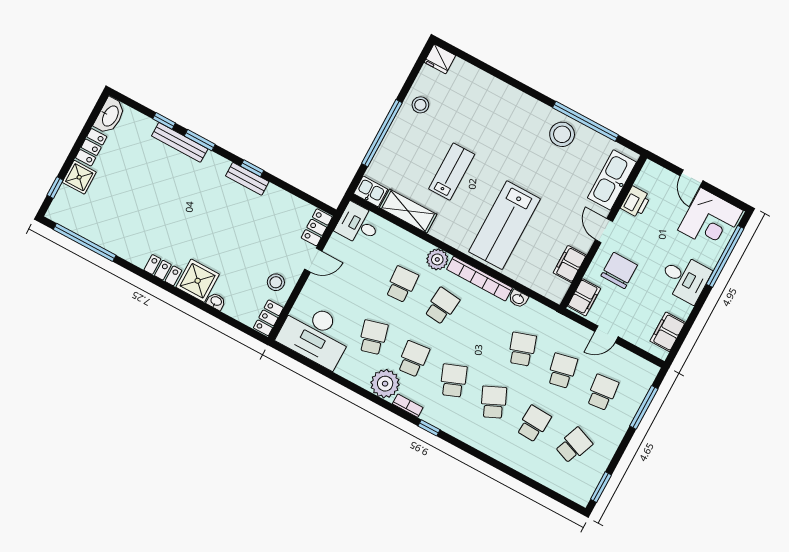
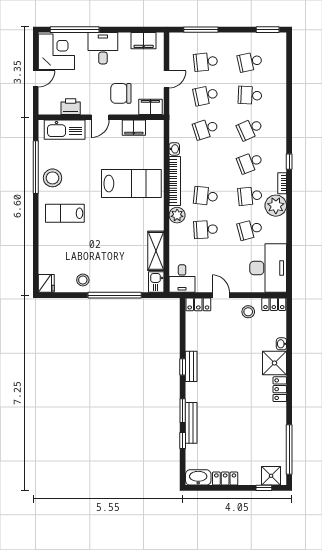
lab bench: (452, 172) -> (65, 213), moved
shower: (79, 177) -> (271, 476), moved
door: (606, 334) -> (166, 79), hinge flipped
school desk: (574, 445) -> (250, 62), turned -33

